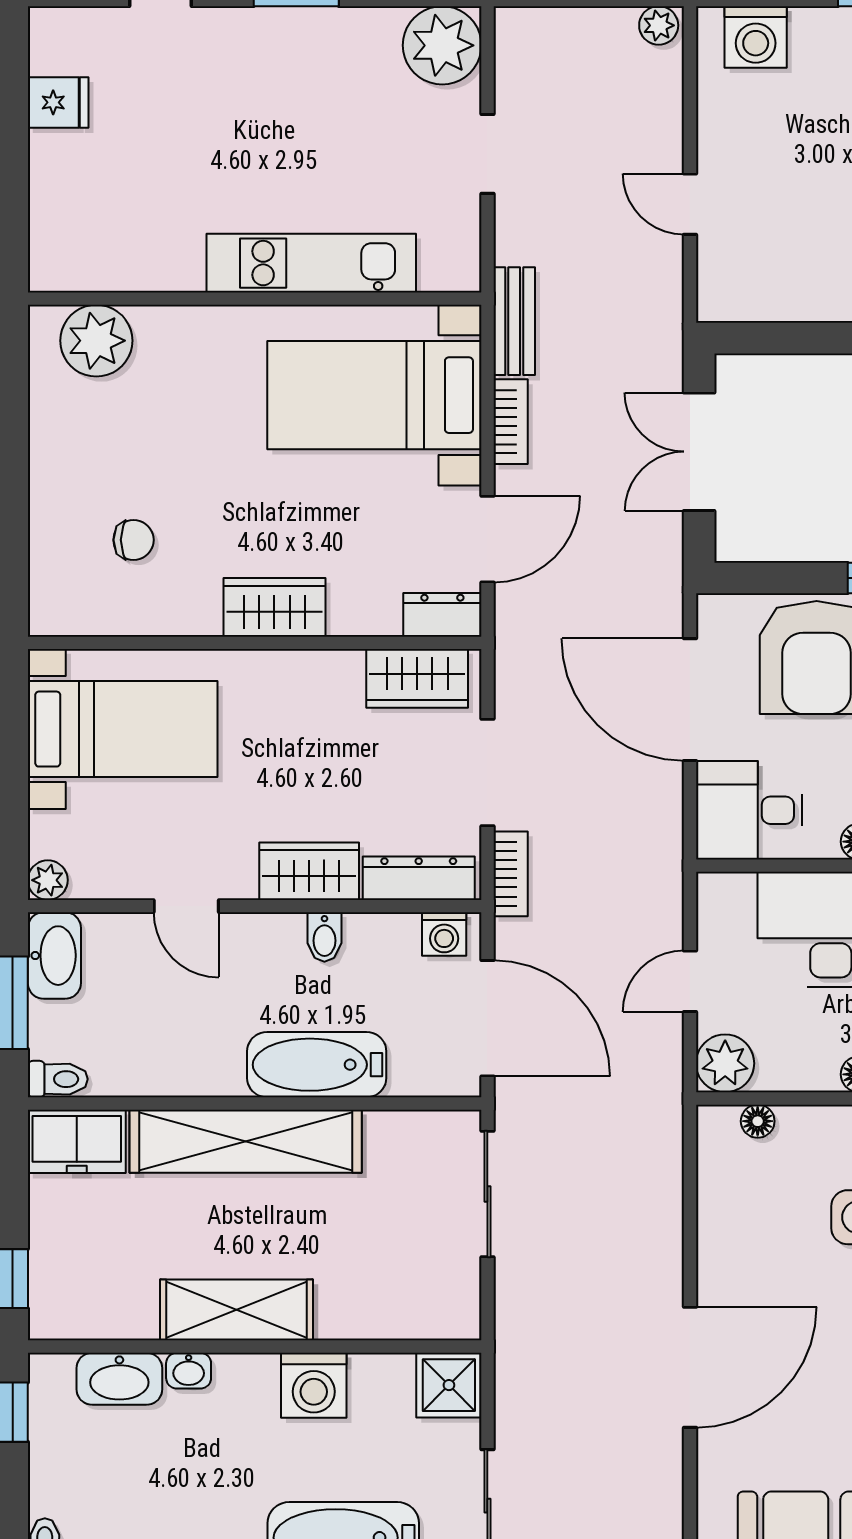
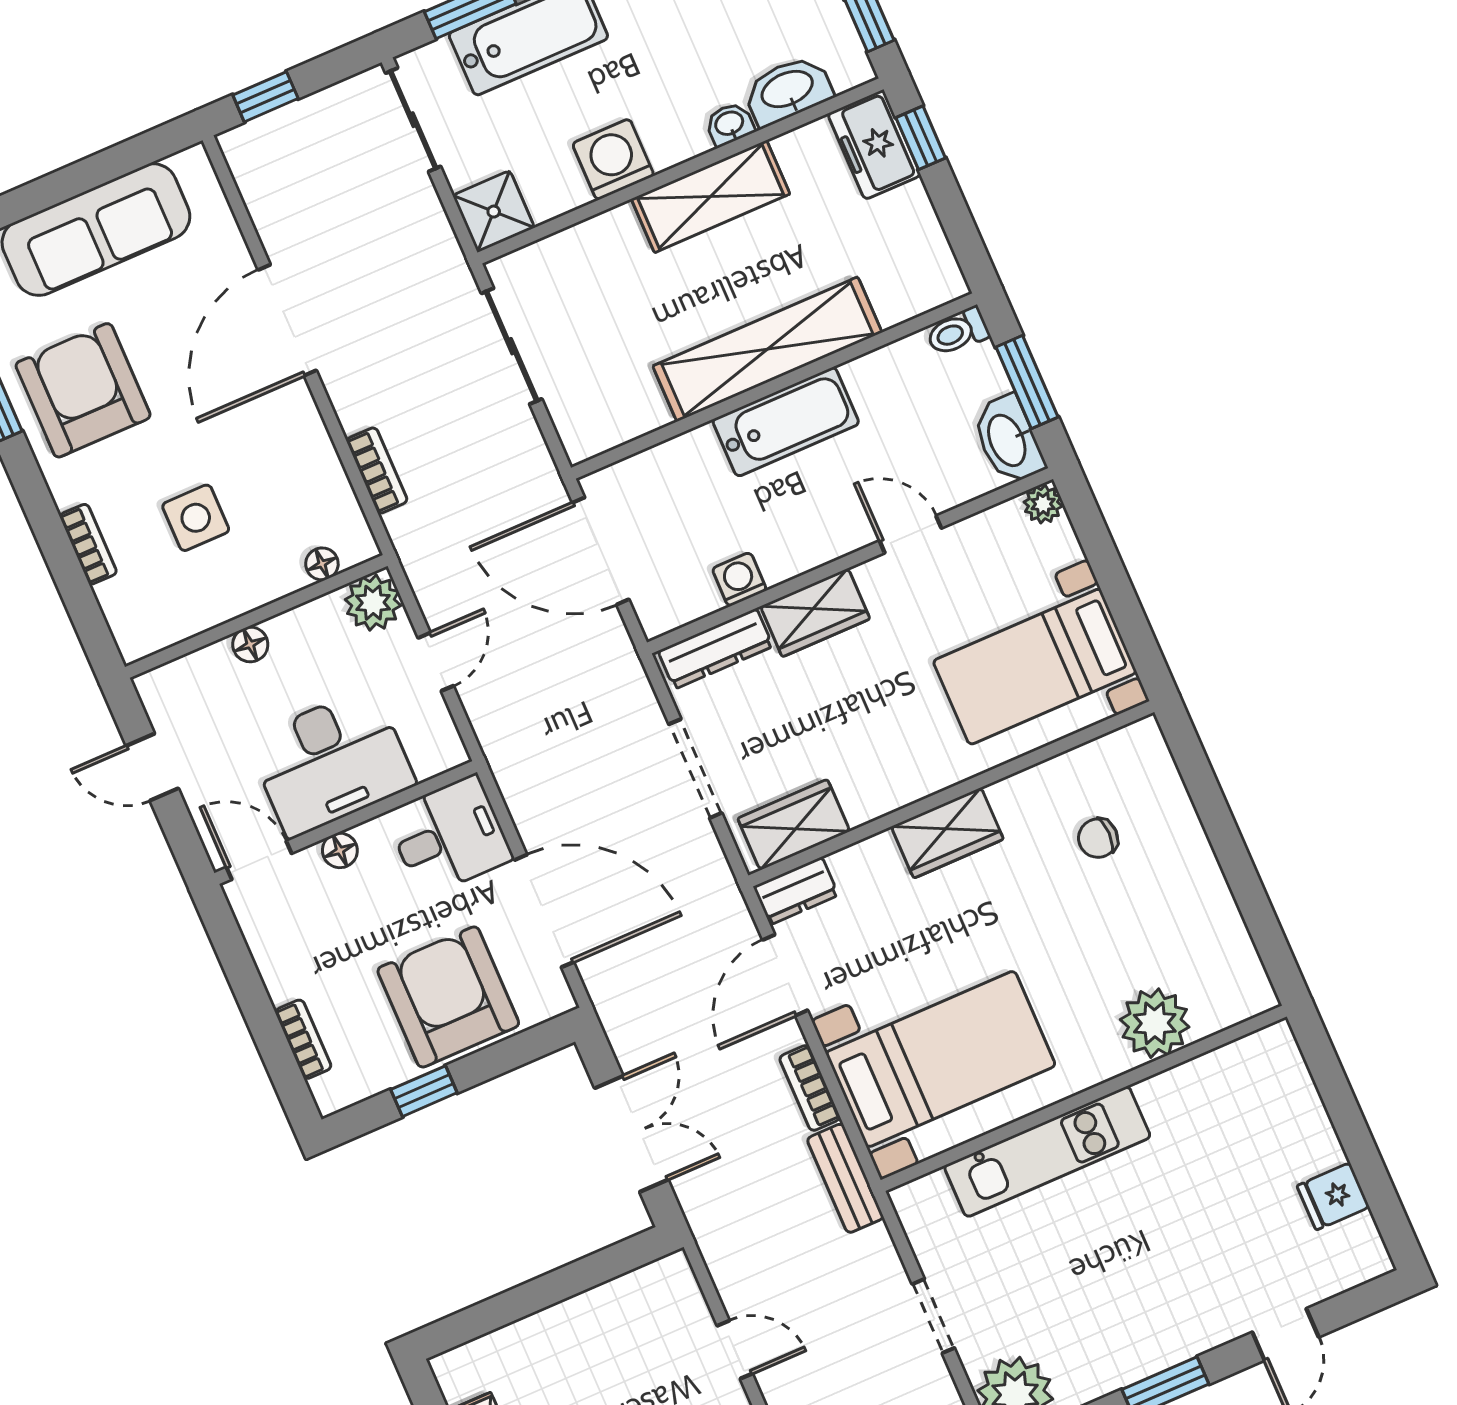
plant: (96, 341) -> (1155, 1023), moved
bookcase: (511, 874) -> (377, 470), moved, turned 180
washing machine: (444, 934) -> (739, 579), moved
bidet: (324, 937) -> (776, 560), removed
bathtub: (317, 1065) -> (786, 422), moved
freezer: (77, 1141) -> (874, 145), moved, turned -90
sliding door: (487, 1194) -> (512, 346), moved

